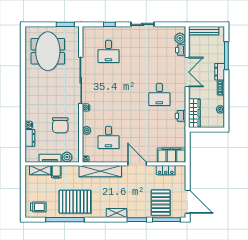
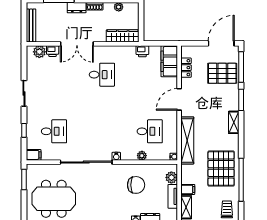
filing cabinet: (87, 33) -> (34, 155), added
double door: (187, 72) -> (77, 44), swing flipped
printer: (180, 116) -> (142, 51), moved

